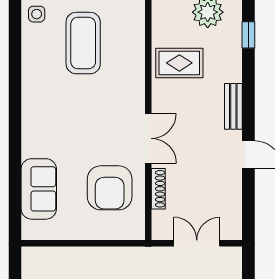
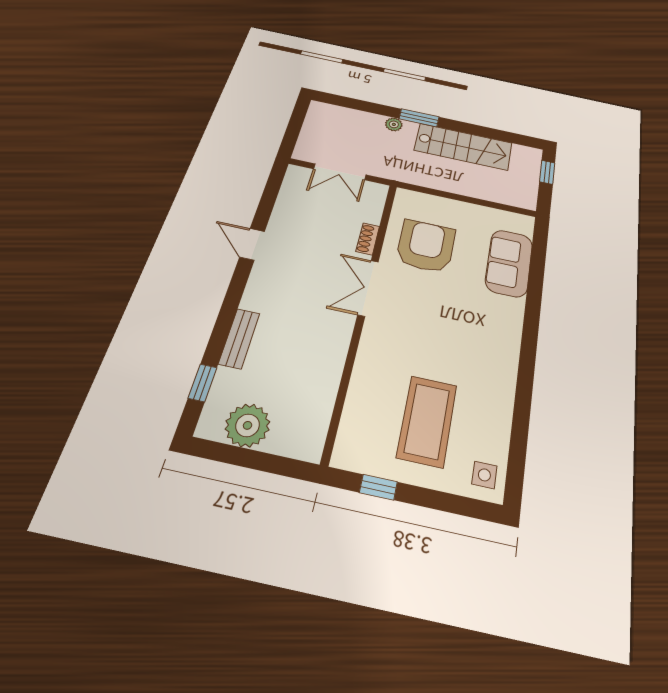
rug: (179, 63) -> (305, 367), removed
bench: (233, 106) -> (239, 338), moved
shoe rack: (158, 189) -> (368, 239), width x0.70

